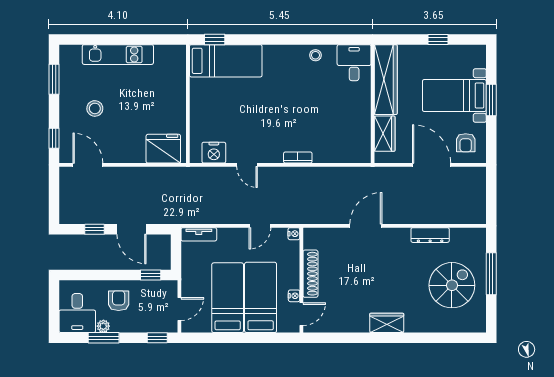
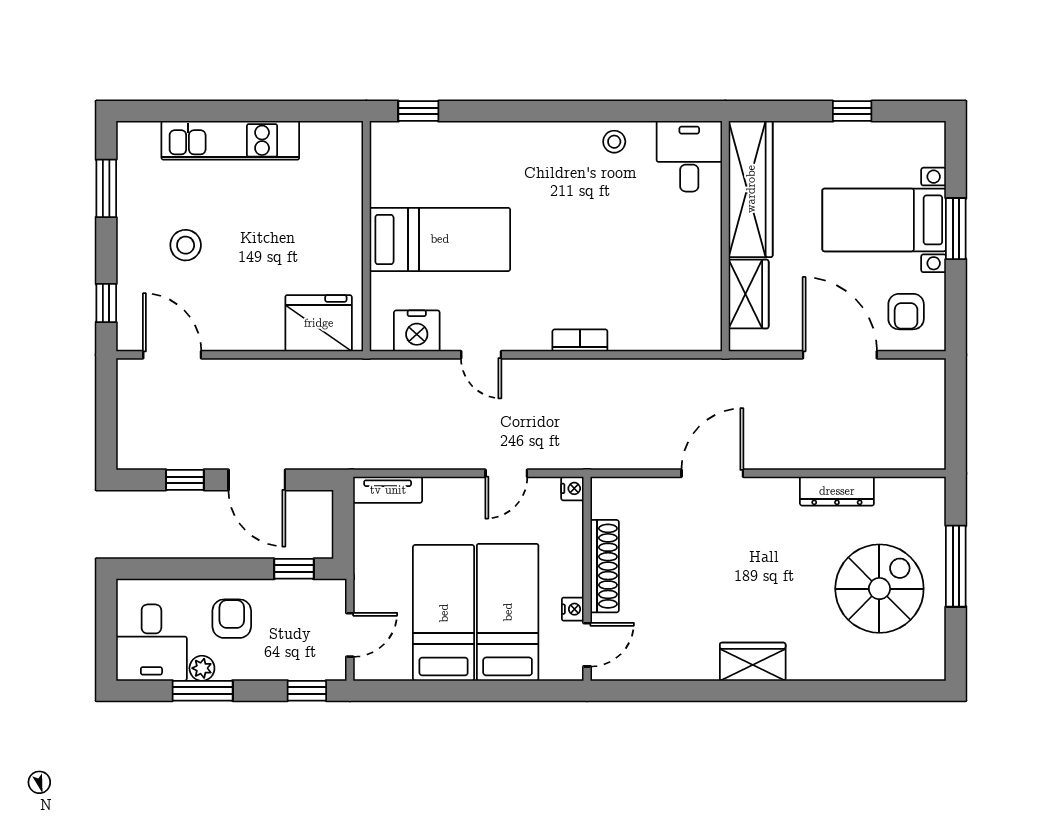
bed: (226, 61) -> (440, 239), moved

